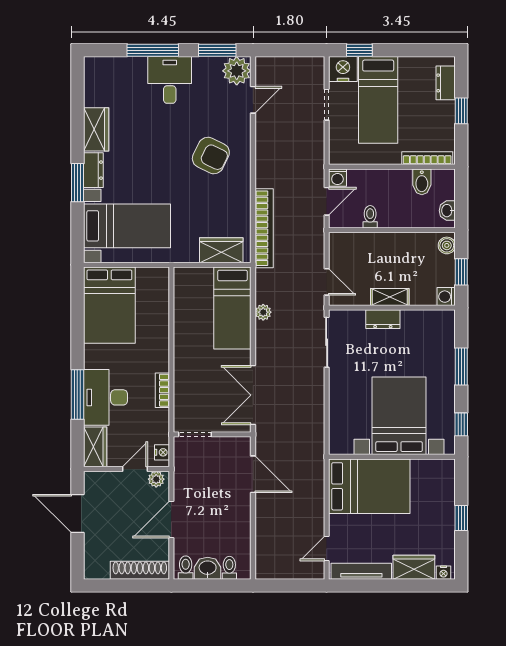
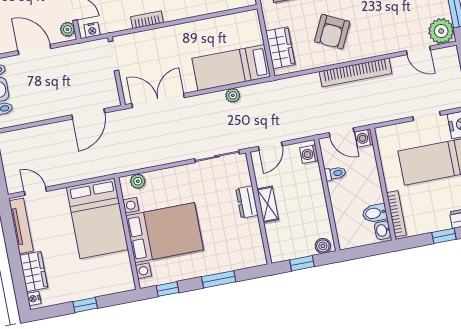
armchair: (211, 155) -> (332, 32), moved
washbasin: (447, 211) -> (383, 230), moved, turned -90
bookcase: (264, 228) -> (355, 73), moved
washing machine: (446, 297) -> (309, 154), moved, turned -90
plant: (337, 434) -> (138, 181), added

